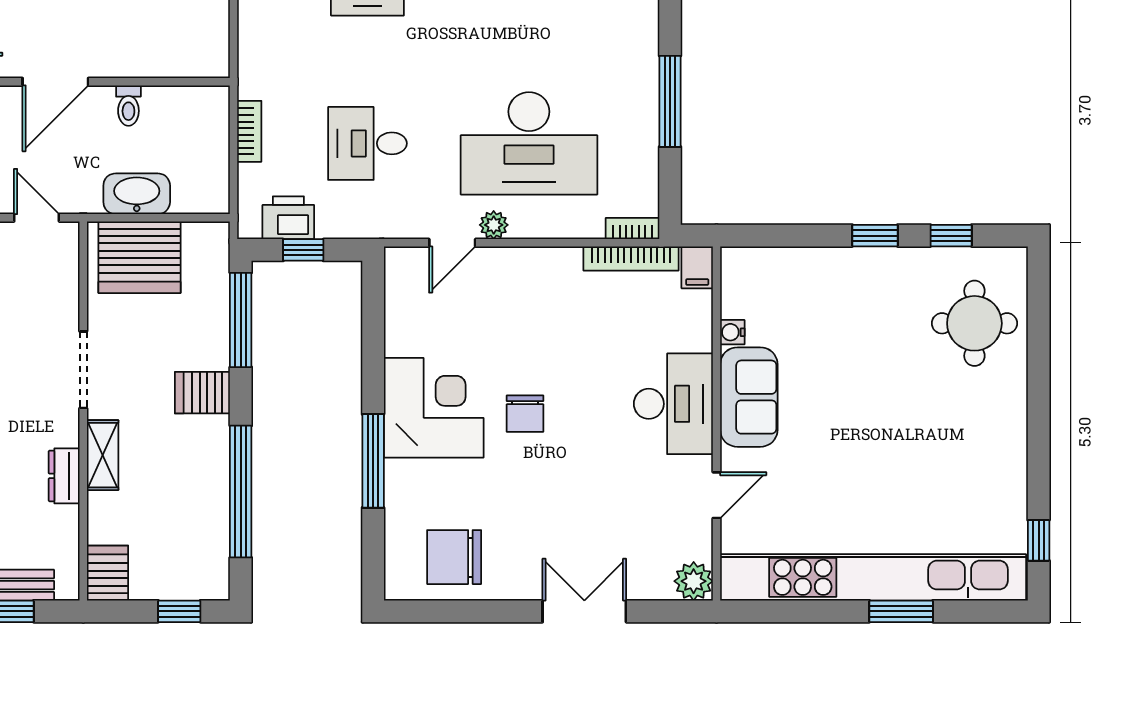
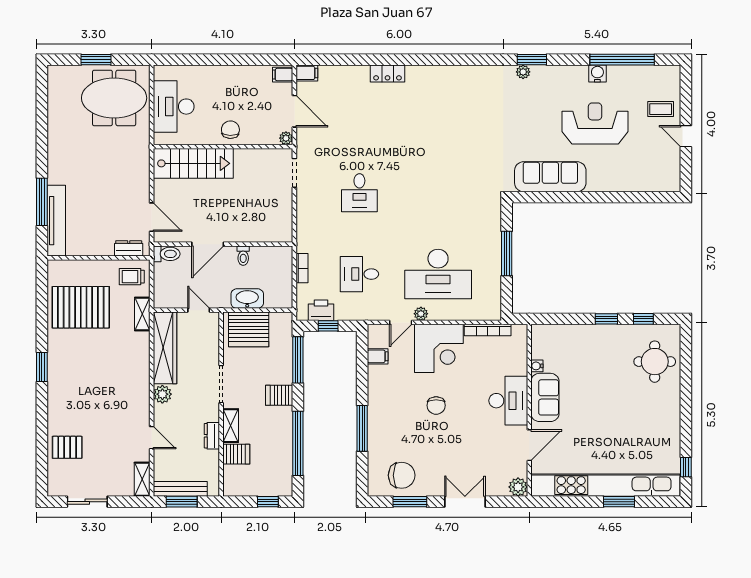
bookcase: (632, 228) -> (488, 315), removed
filing cabinet: (697, 267) -> (378, 356), moved, turned -90
corner desk: (434, 408) -> (439, 348), moved, turned 90
door: (717, 495) -> (529, 445), width x1.38
chair: (454, 557) -> (402, 475), turned 180
server rack: (108, 573) -> (236, 454), moved, turned 90
window: (471, 611) -> (410, 502), added

